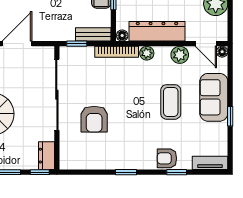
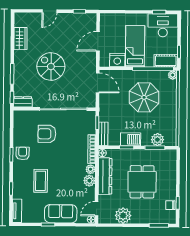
plant: (180, 55) -> (89, 181), moved
coffee table: (171, 102) -> (41, 181), moved, turned 90
armchair: (167, 158) -> (23, 153), moved

